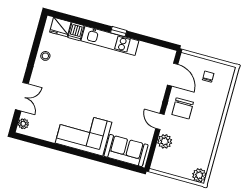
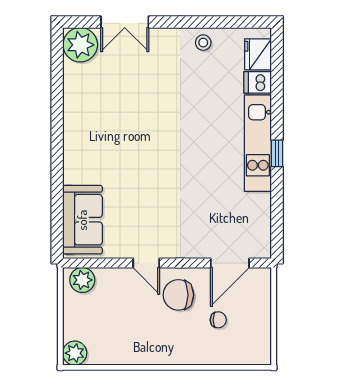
chair: (208, 77) -> (218, 320), moved
door: (160, 121) -> (146, 263), swing flipped
plant: (23, 124) -> (80, 45), width x1.87, depth x1.87
corner sofa: (84, 133) -> (93, 141), removed
plant: (165, 141) -> (82, 280), moved

